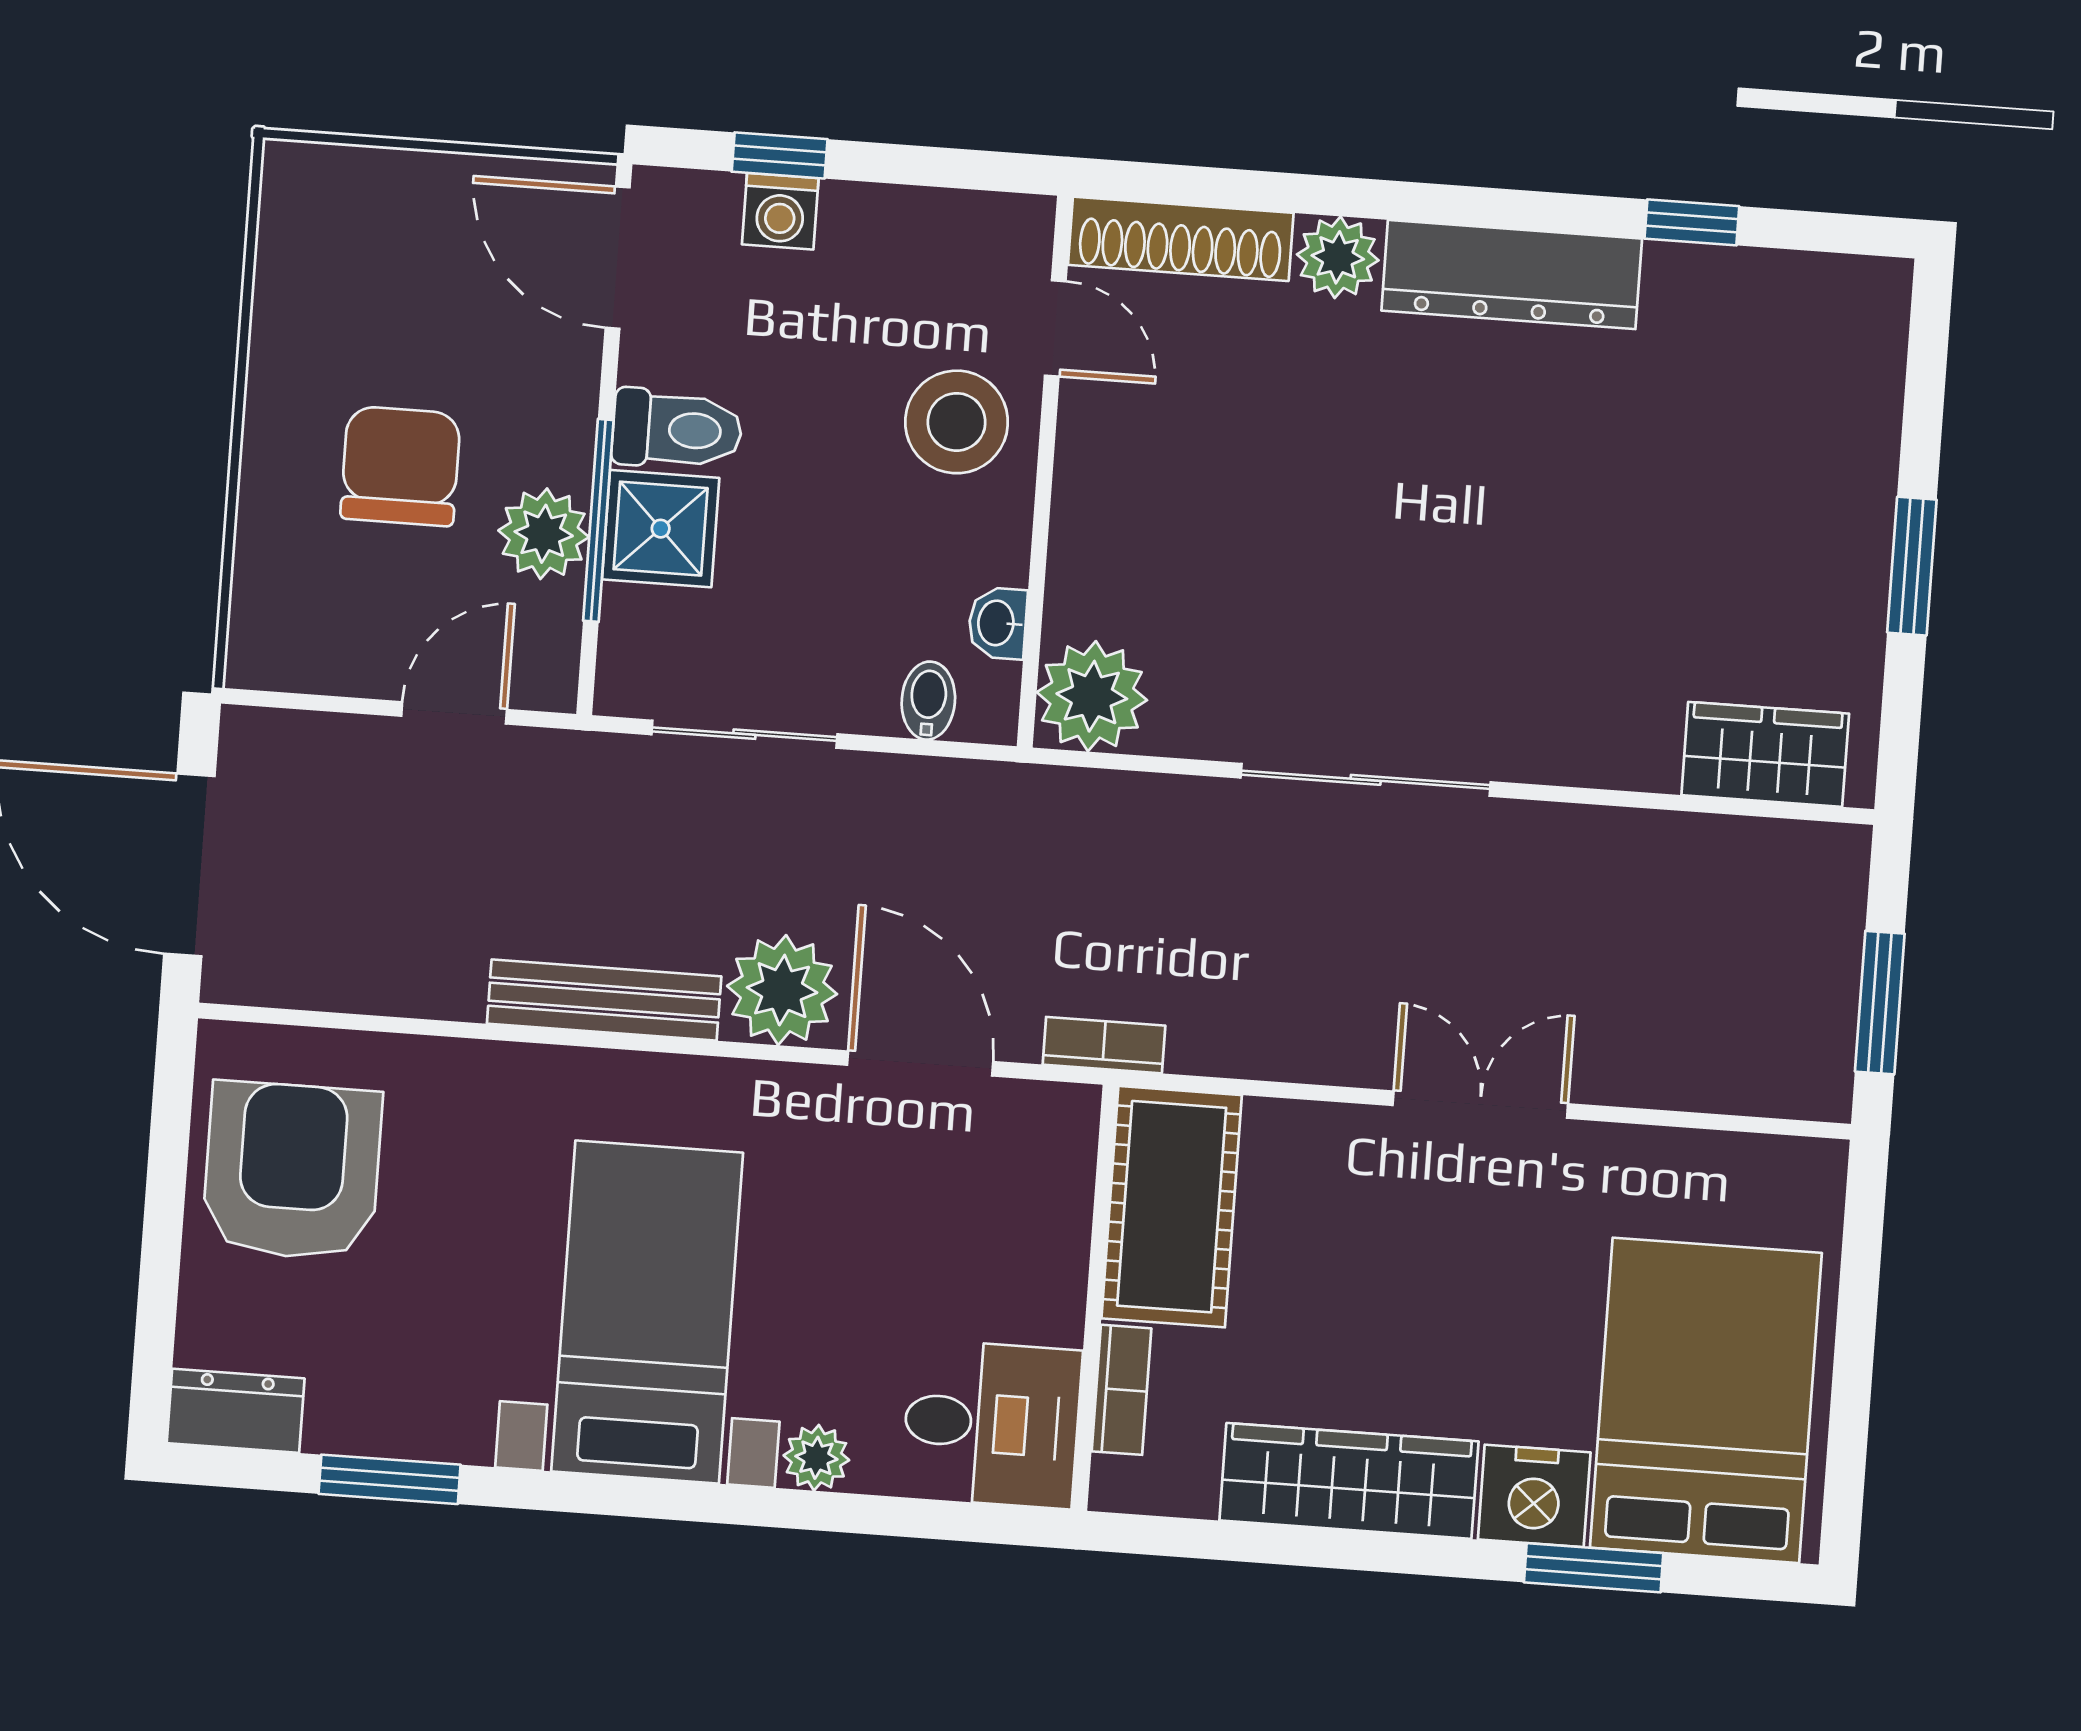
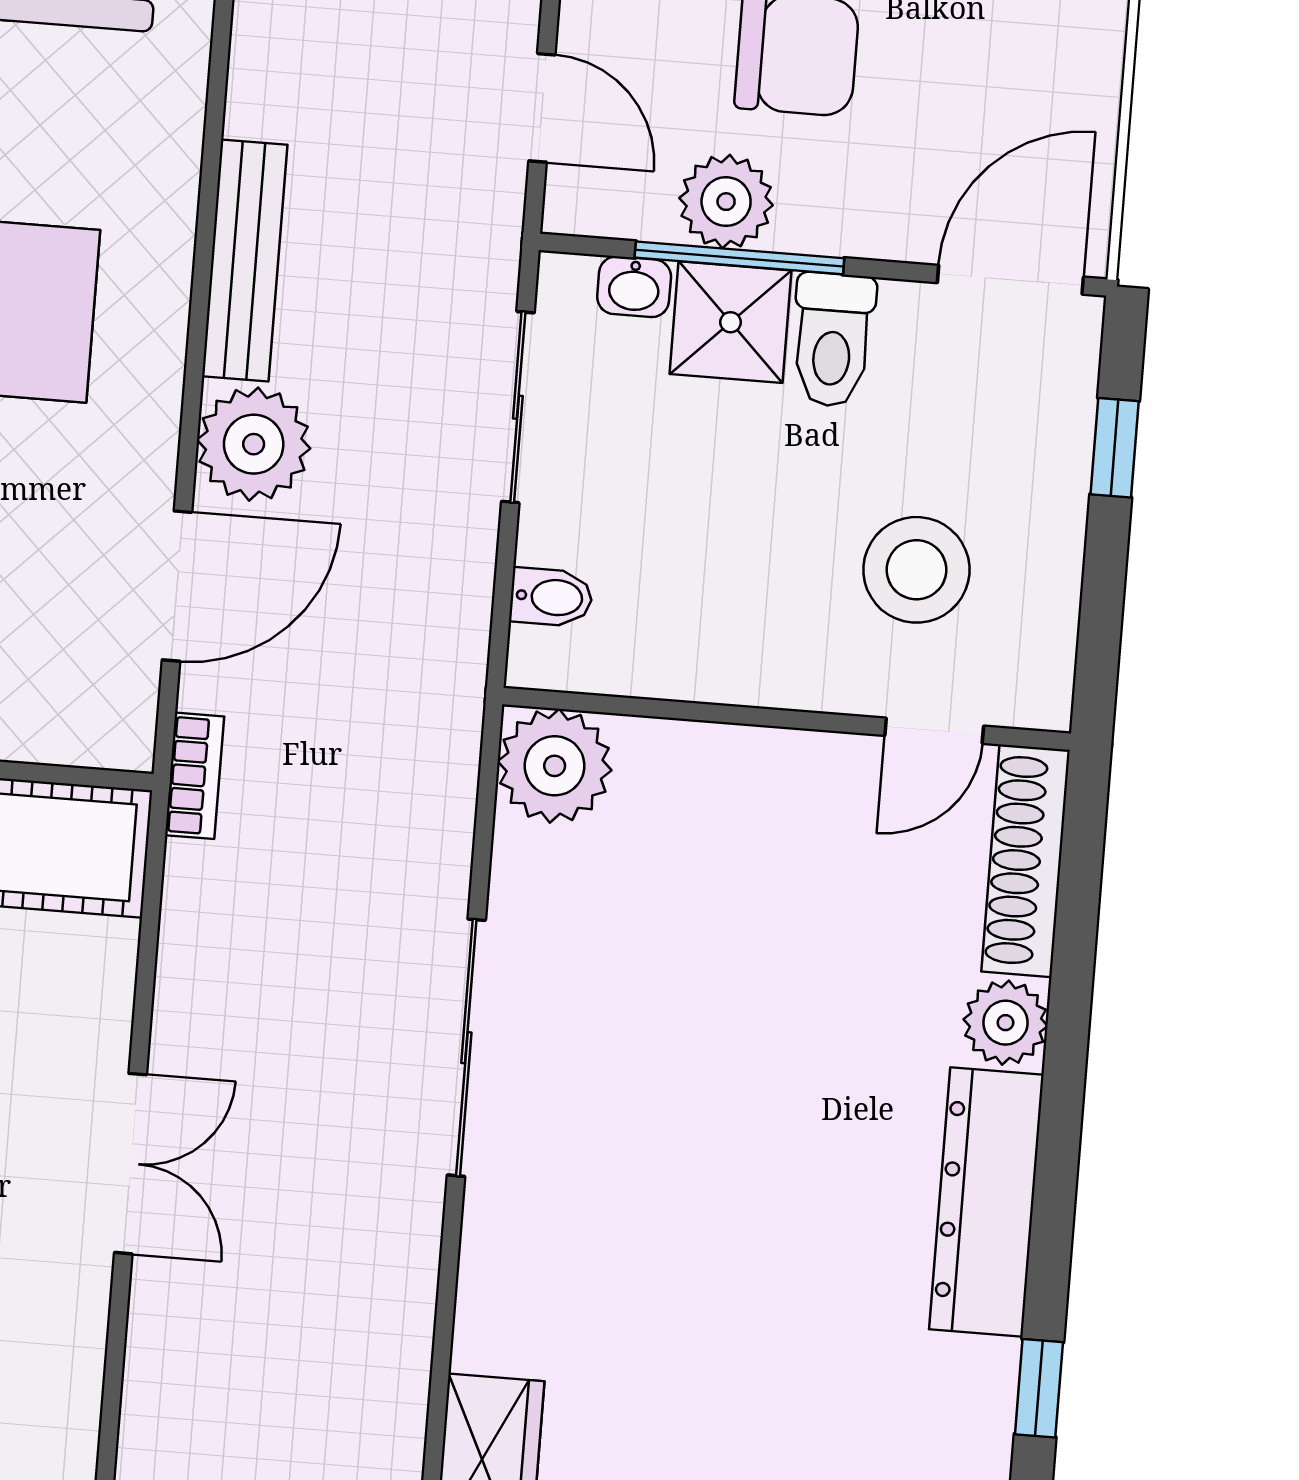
washing machine: (780, 211) -> (1057, 448), removed
stool: (957, 422) -> (916, 570), moved
washbasin: (998, 623) -> (634, 287), moved, turned 180

